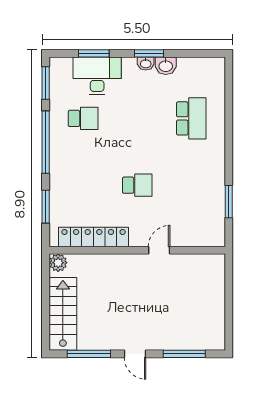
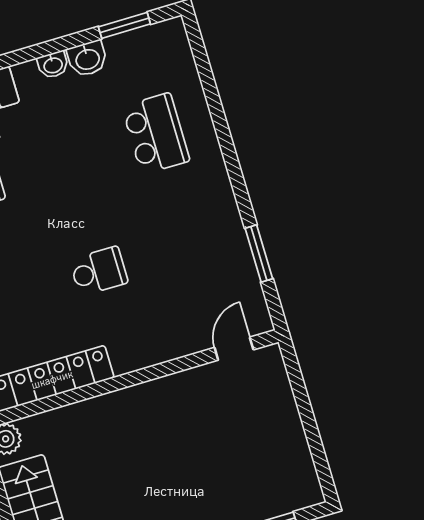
window: (149, 53) -> (124, 25), moved
door: (159, 250) -> (234, 349), moved

